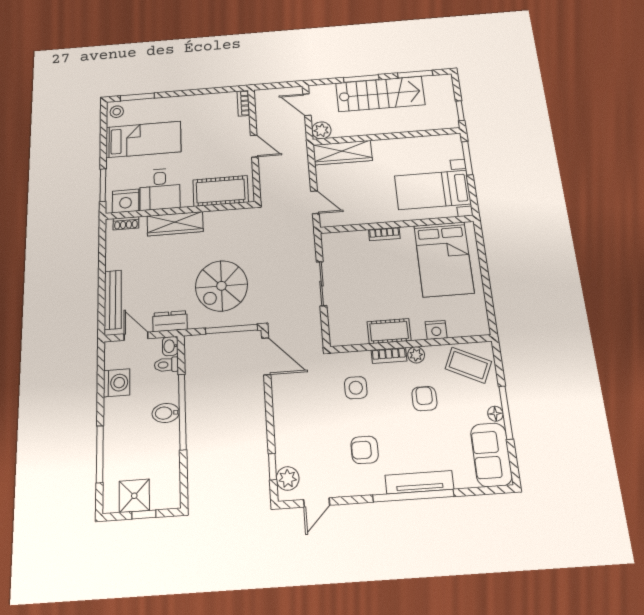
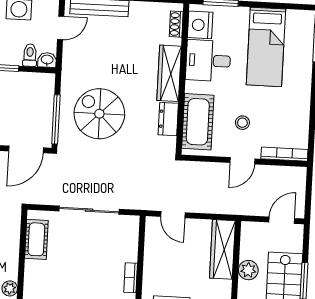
bookcase: (243, 103) -> (284, 154), width x1.56
stool: (117, 112) -> (242, 123), moved
plant: (321, 130) -> (248, 270), moved
door: (315, 202) -> (173, 215), hinge flipped
sliding door: (322, 284) -> (89, 210), width x1.37
dresser: (170, 321) -> (168, 119), moved, turned 180
cot: (389, 331) -> (36, 239), moved
bookcase: (389, 355) -> (12, 263), removed

